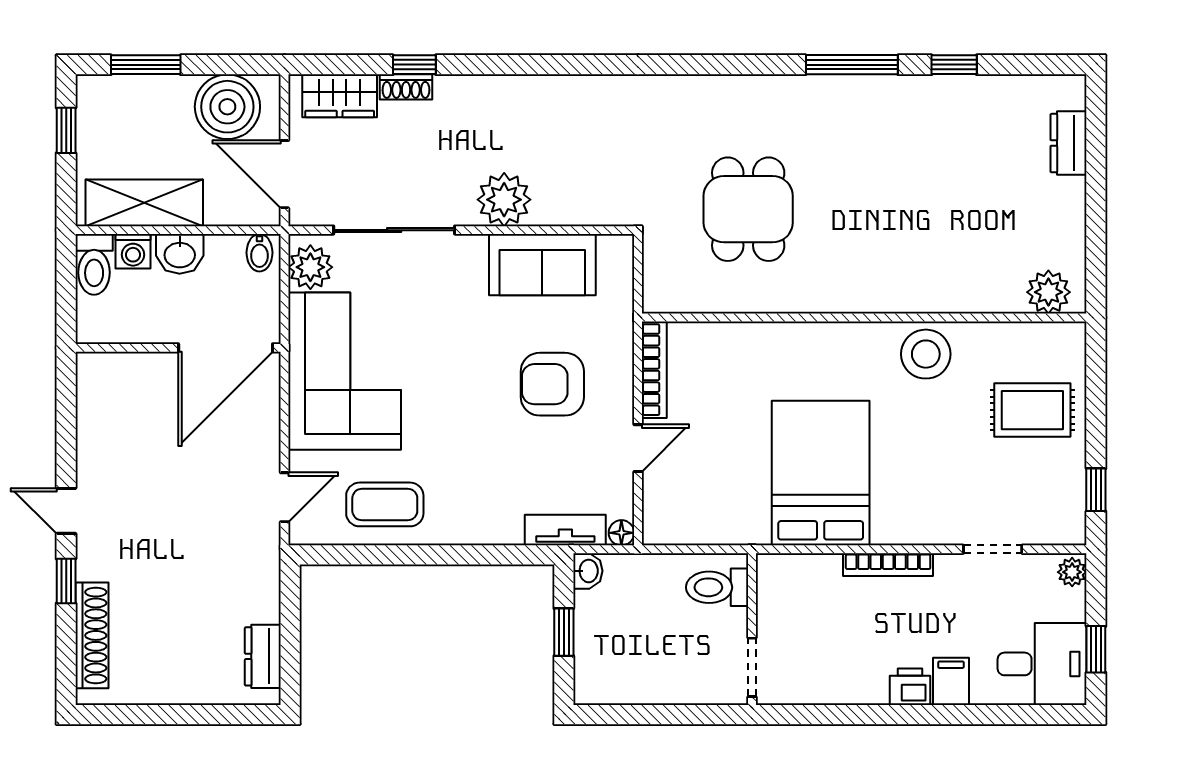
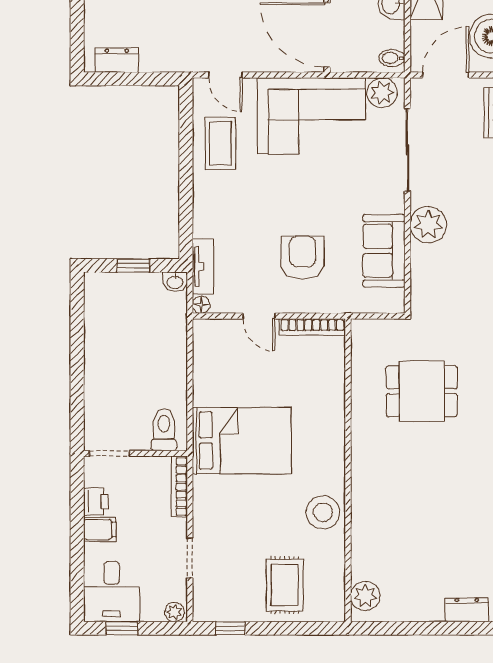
toilet: (717, 587) -> (164, 430), moved
wall: (752, 629) -> (135, 453), moved
doorway: (752, 667) -> (109, 453), moved

